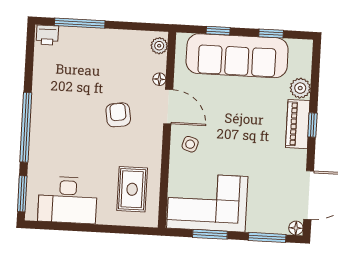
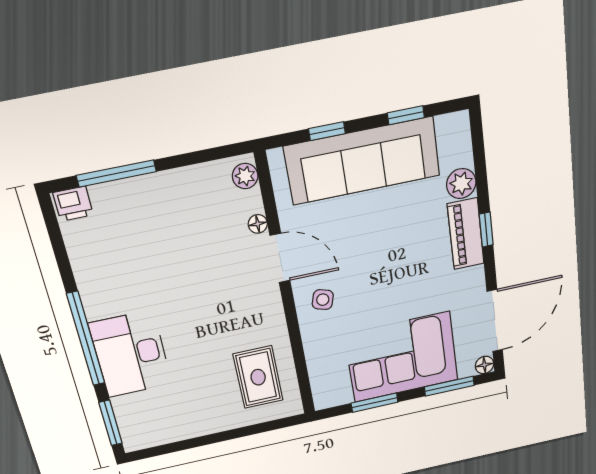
armchair: (118, 115) -> (212, 288), removed
desk: (68, 200) -> (131, 354), moved, turned 90
corner sofa: (207, 202) -> (402, 357), moved

